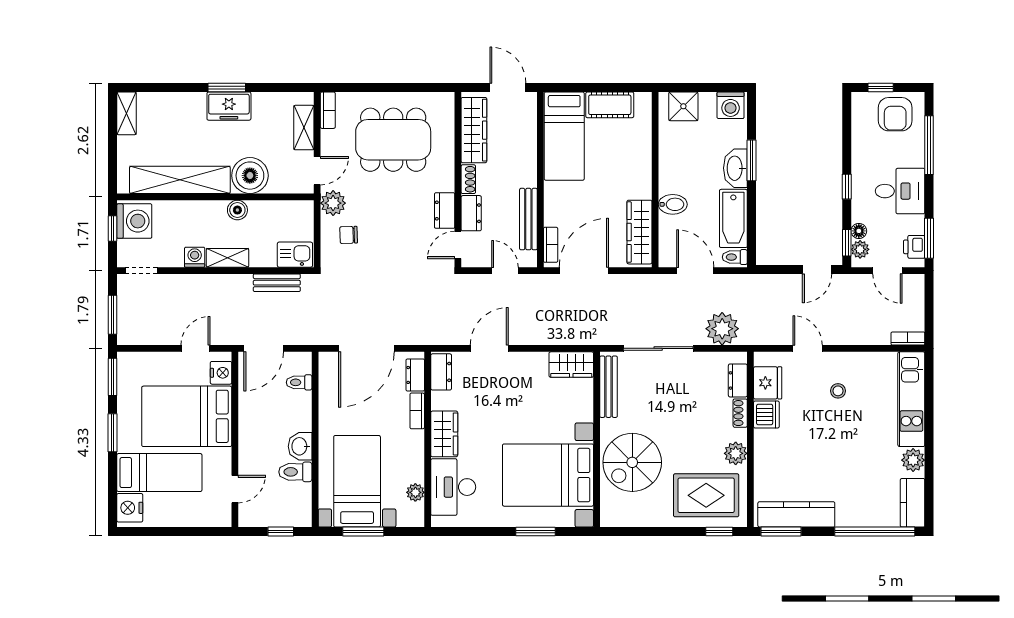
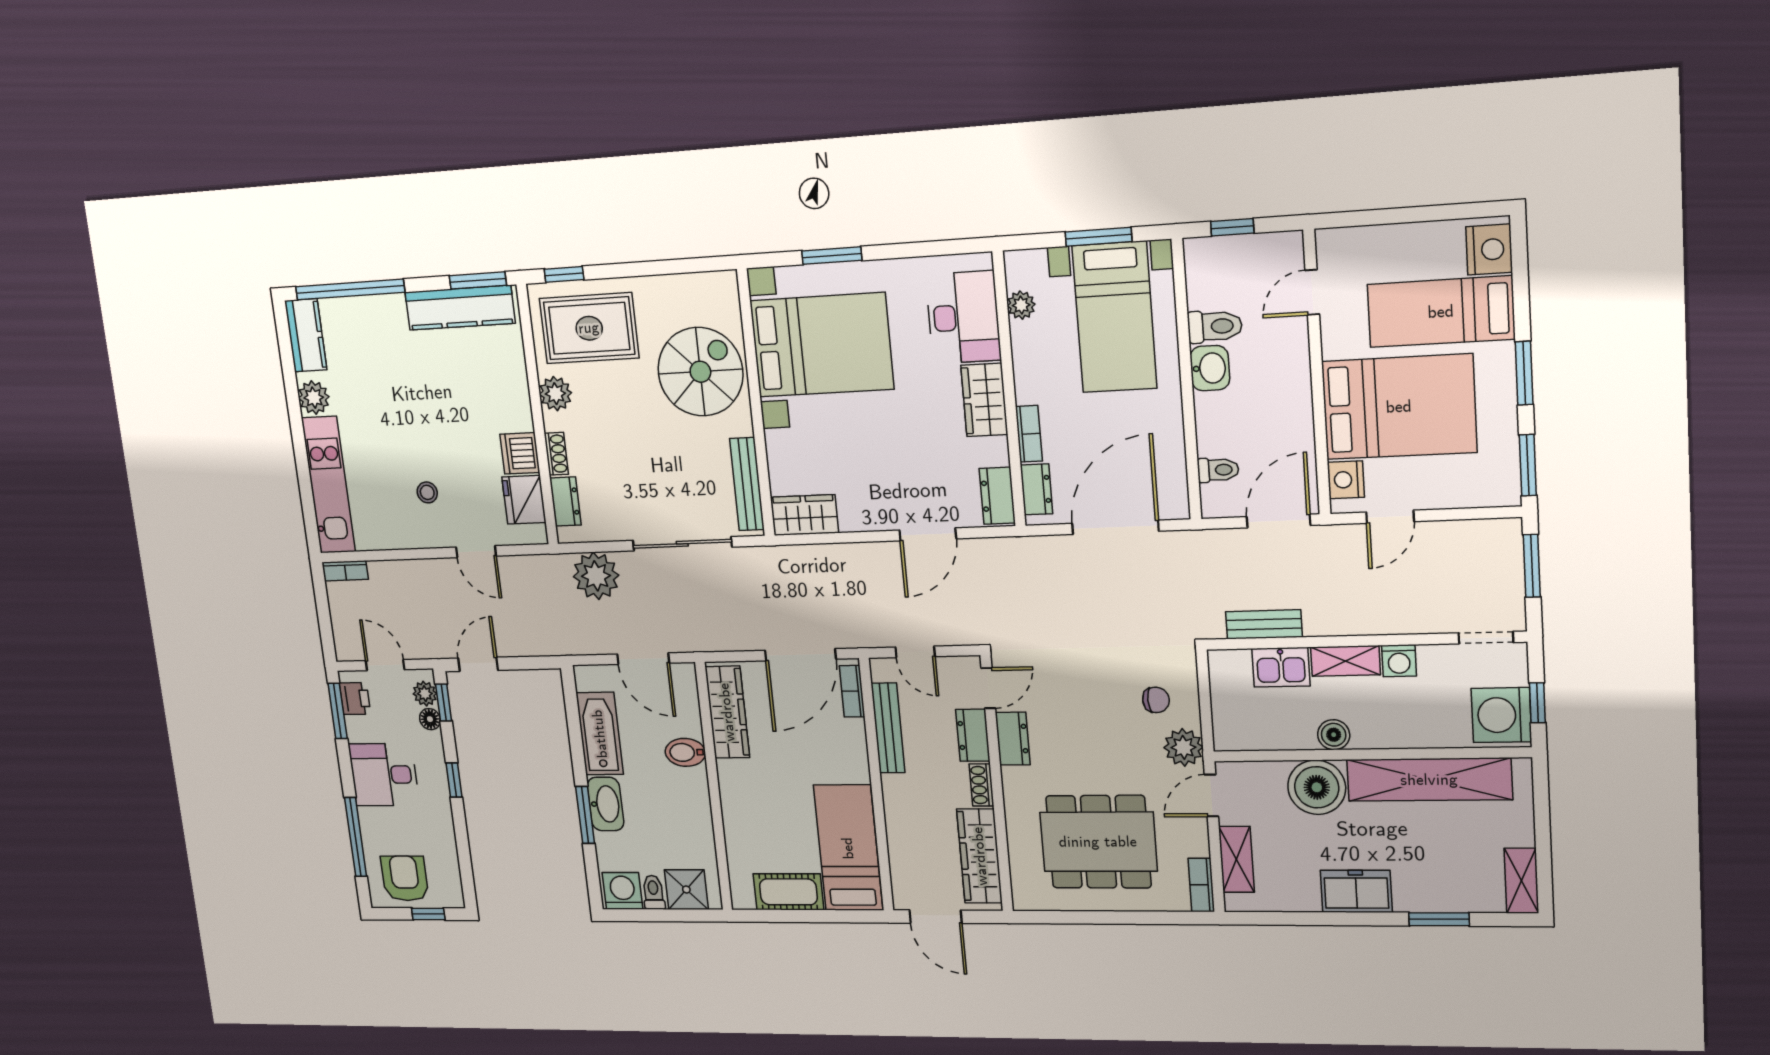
window: (227, 87) -> (1439, 919), moved
kitchen sink: (295, 255) -> (1281, 667), moved
toilet: (735, 257) -> (653, 892), moved, turned -90

